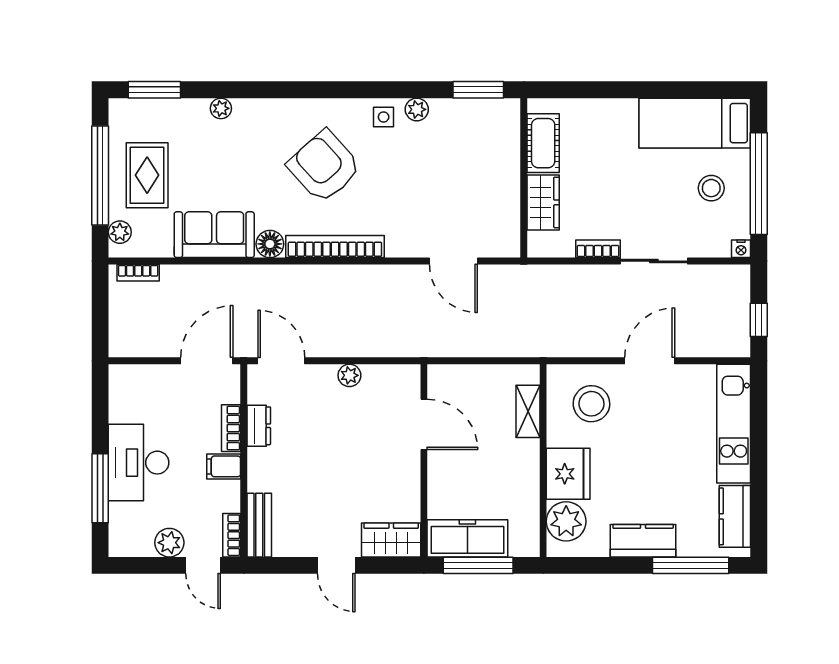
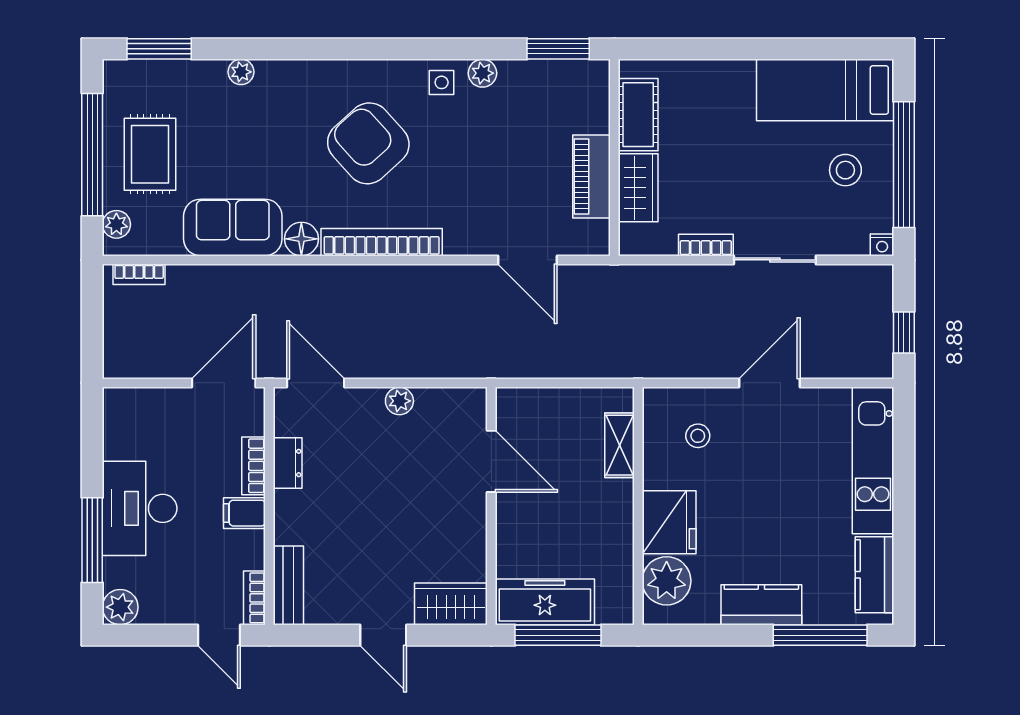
piano: (505, 193) -> (592, 177), added
stool: (591, 404) -> (698, 436), width x0.53, depth x0.53
plant: (169, 543) -> (120, 607), moved

